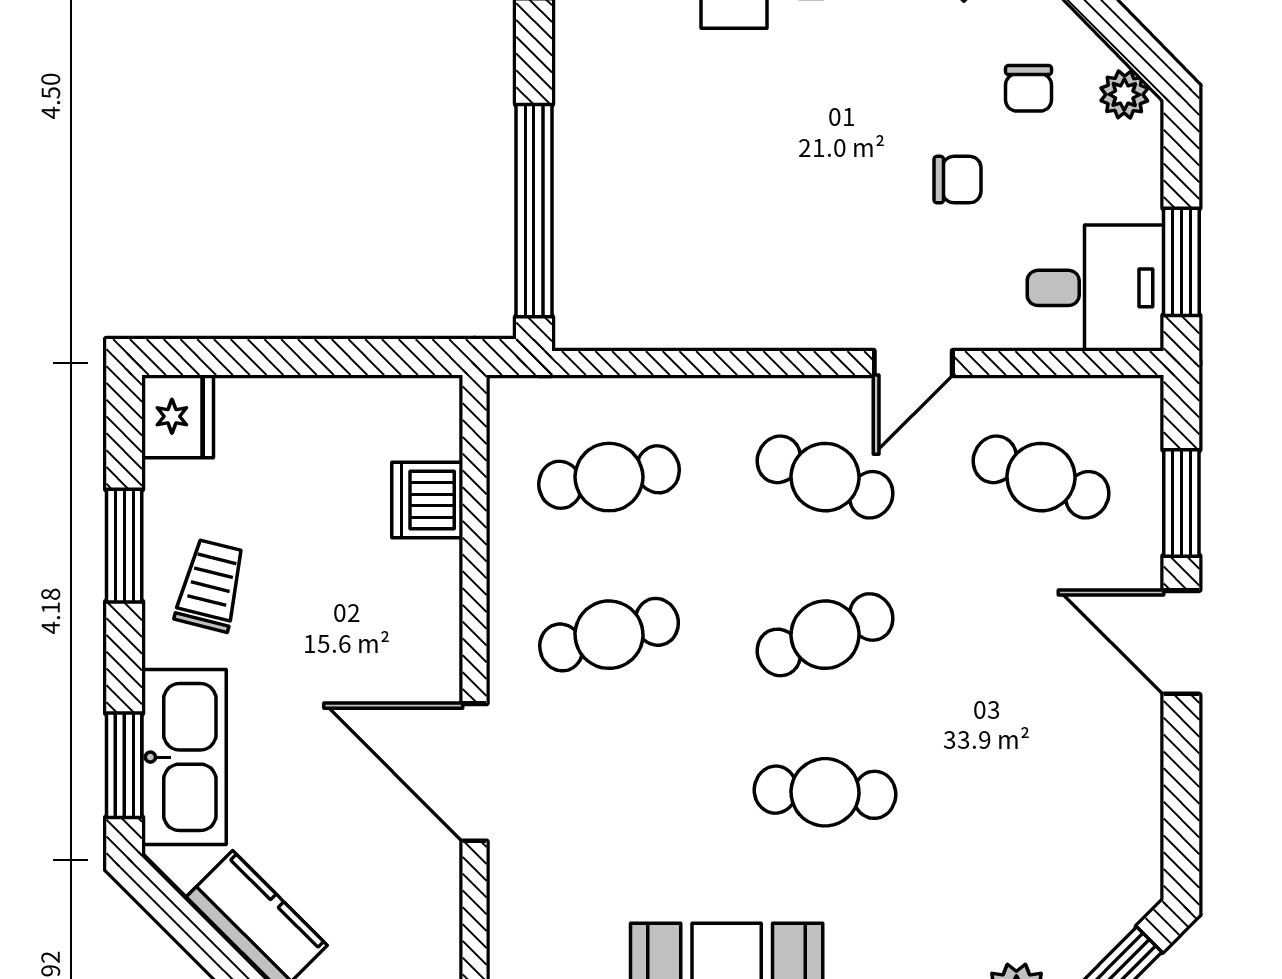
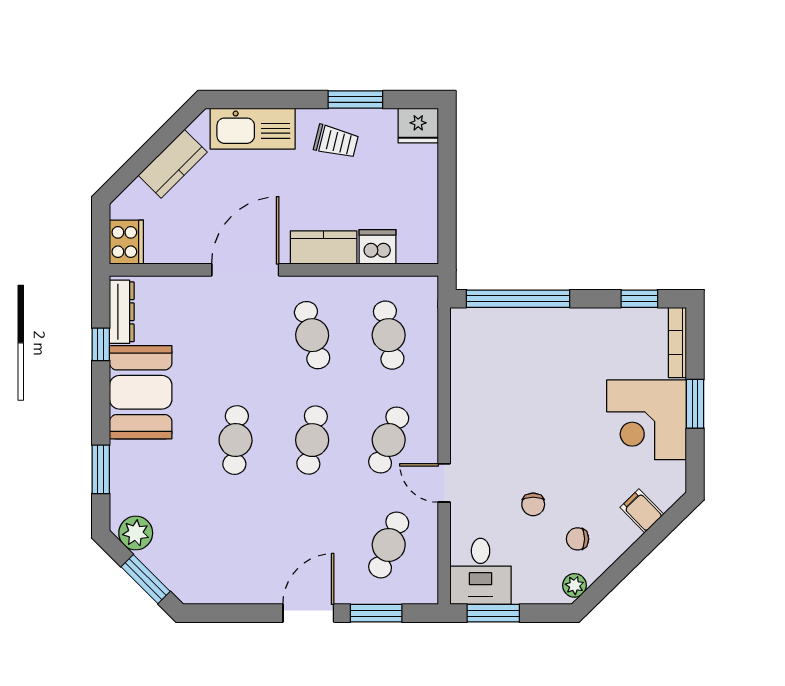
kitchen counter: (428, 611) -> (324, 247), added
cafe table: (825, 635) -> (312, 440), turned 30
window: (124, 765) -> (249, 100), removed

